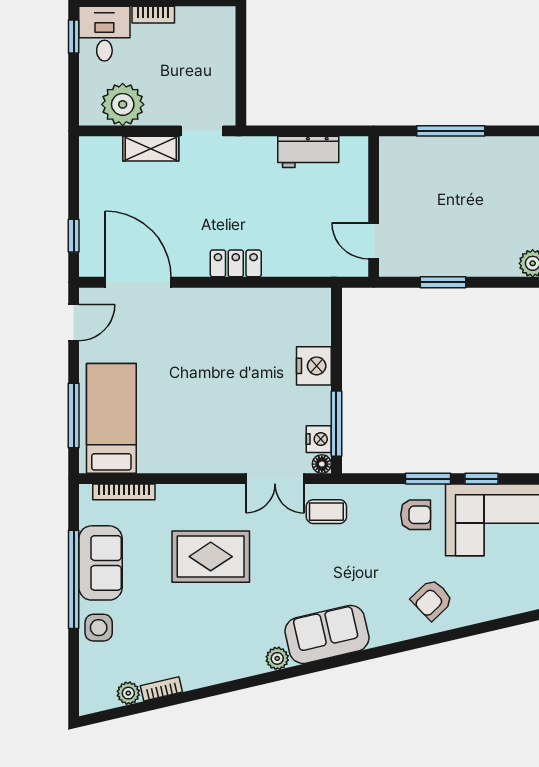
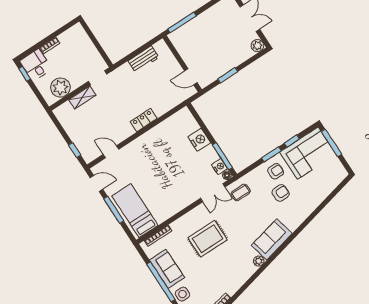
window: (451, 131) -> (182, 22), moved
door: (138, 282) -> (111, 152), width x0.53
door: (74, 323) -> (96, 183), hinge flipped
window: (74, 415) -> (114, 210), moved
armchair: (432, 600) -> (281, 193), moved, turned -136

